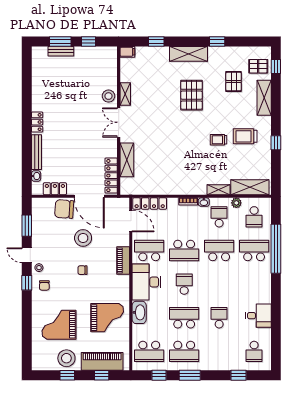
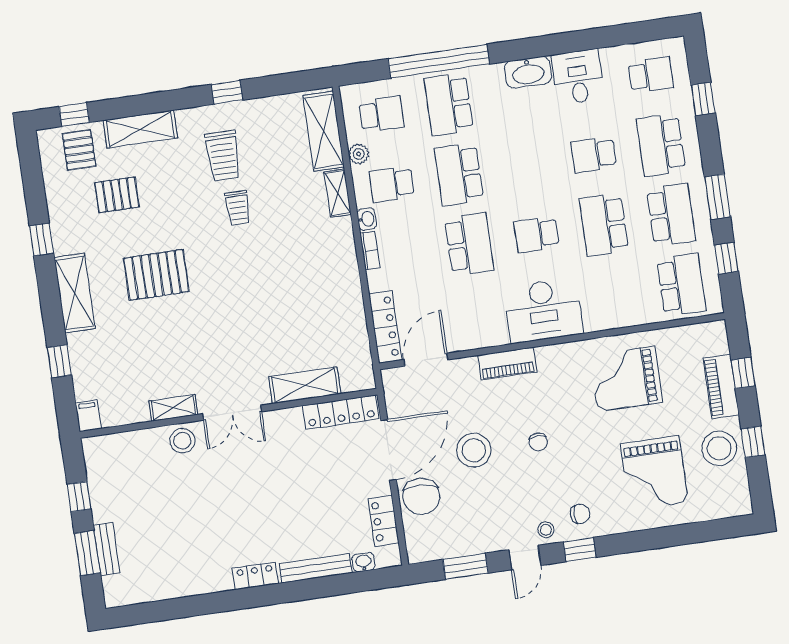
school desk: (149, 250) -> (661, 145), moved
washbasin: (139, 312) -> (528, 72), moved, turned 180
grand piano: (107, 318) -> (626, 379), turned -90
piano: (102, 361) -> (721, 387), width x0.73, depth x0.75

